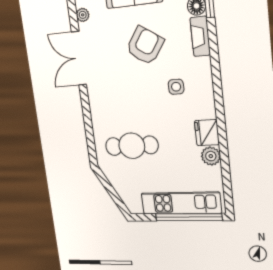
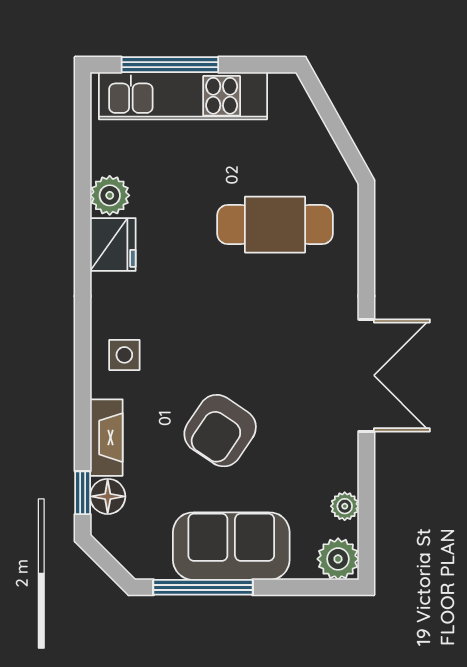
double door: (79, 58) -> (366, 375), moved
side table: (176, 87) -> (124, 355), moved
window: (189, 217) -> (170, 65), width x0.68

